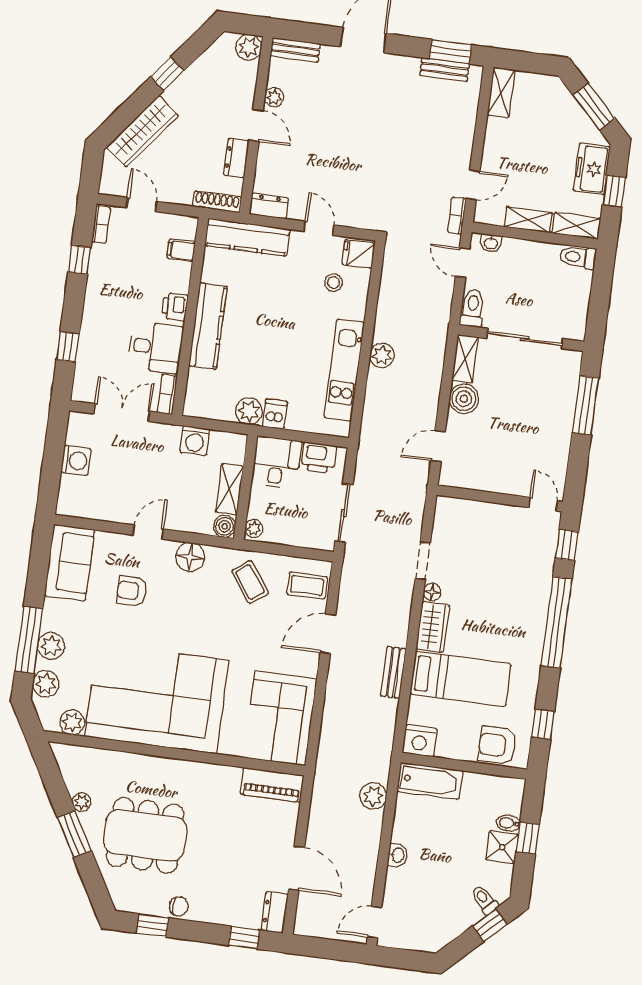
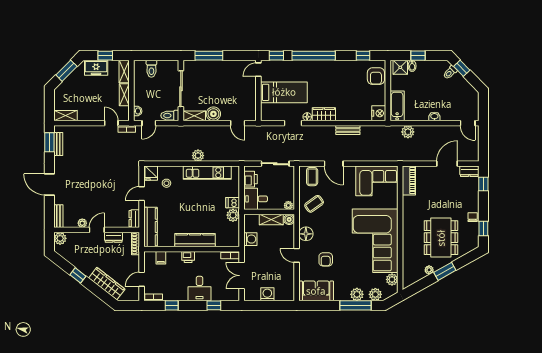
toilet: (578, 257) -> (151, 69), moved
desk: (156, 347) -> (199, 289), moved, turned 180
bed: (460, 679) -> (284, 92), moved, turned 90
shower: (502, 847) -> (400, 67), moved

